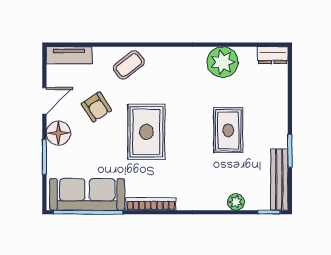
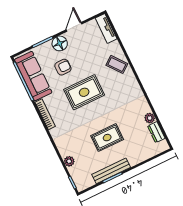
dresser: (273, 55) -> (156, 132), moved
plant: (223, 62) -> (150, 118), width x0.53, depth x0.53
door: (44, 101) -> (74, 27), swing flipped
armchair: (96, 107) -> (63, 67), moved, turned -147
bench: (279, 180) -> (111, 171), moved

